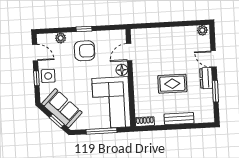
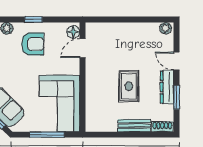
floor lamp: (122, 70) -> (73, 32), moved
dresser: (206, 78) -> (167, 87), width x1.44
rug: (172, 84) -> (129, 86), turned 90
shoe rack: (145, 122) -> (162, 127), moved

